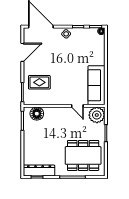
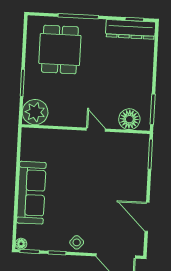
door: (22, 52) -> (147, 217), hinge flipped
rug: (39, 82) -> (123, 168), removed
sofa: (96, 85) -> (31, 193), moved
door: (77, 106) -> (96, 130), moved
dining table: (83, 155) -> (60, 49), width x0.73

